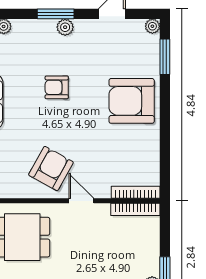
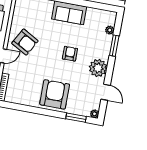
window: (56, 14) -> (114, 46), moved
plant: (65, 27) -> (98, 68), width x1.88, depth x1.88

